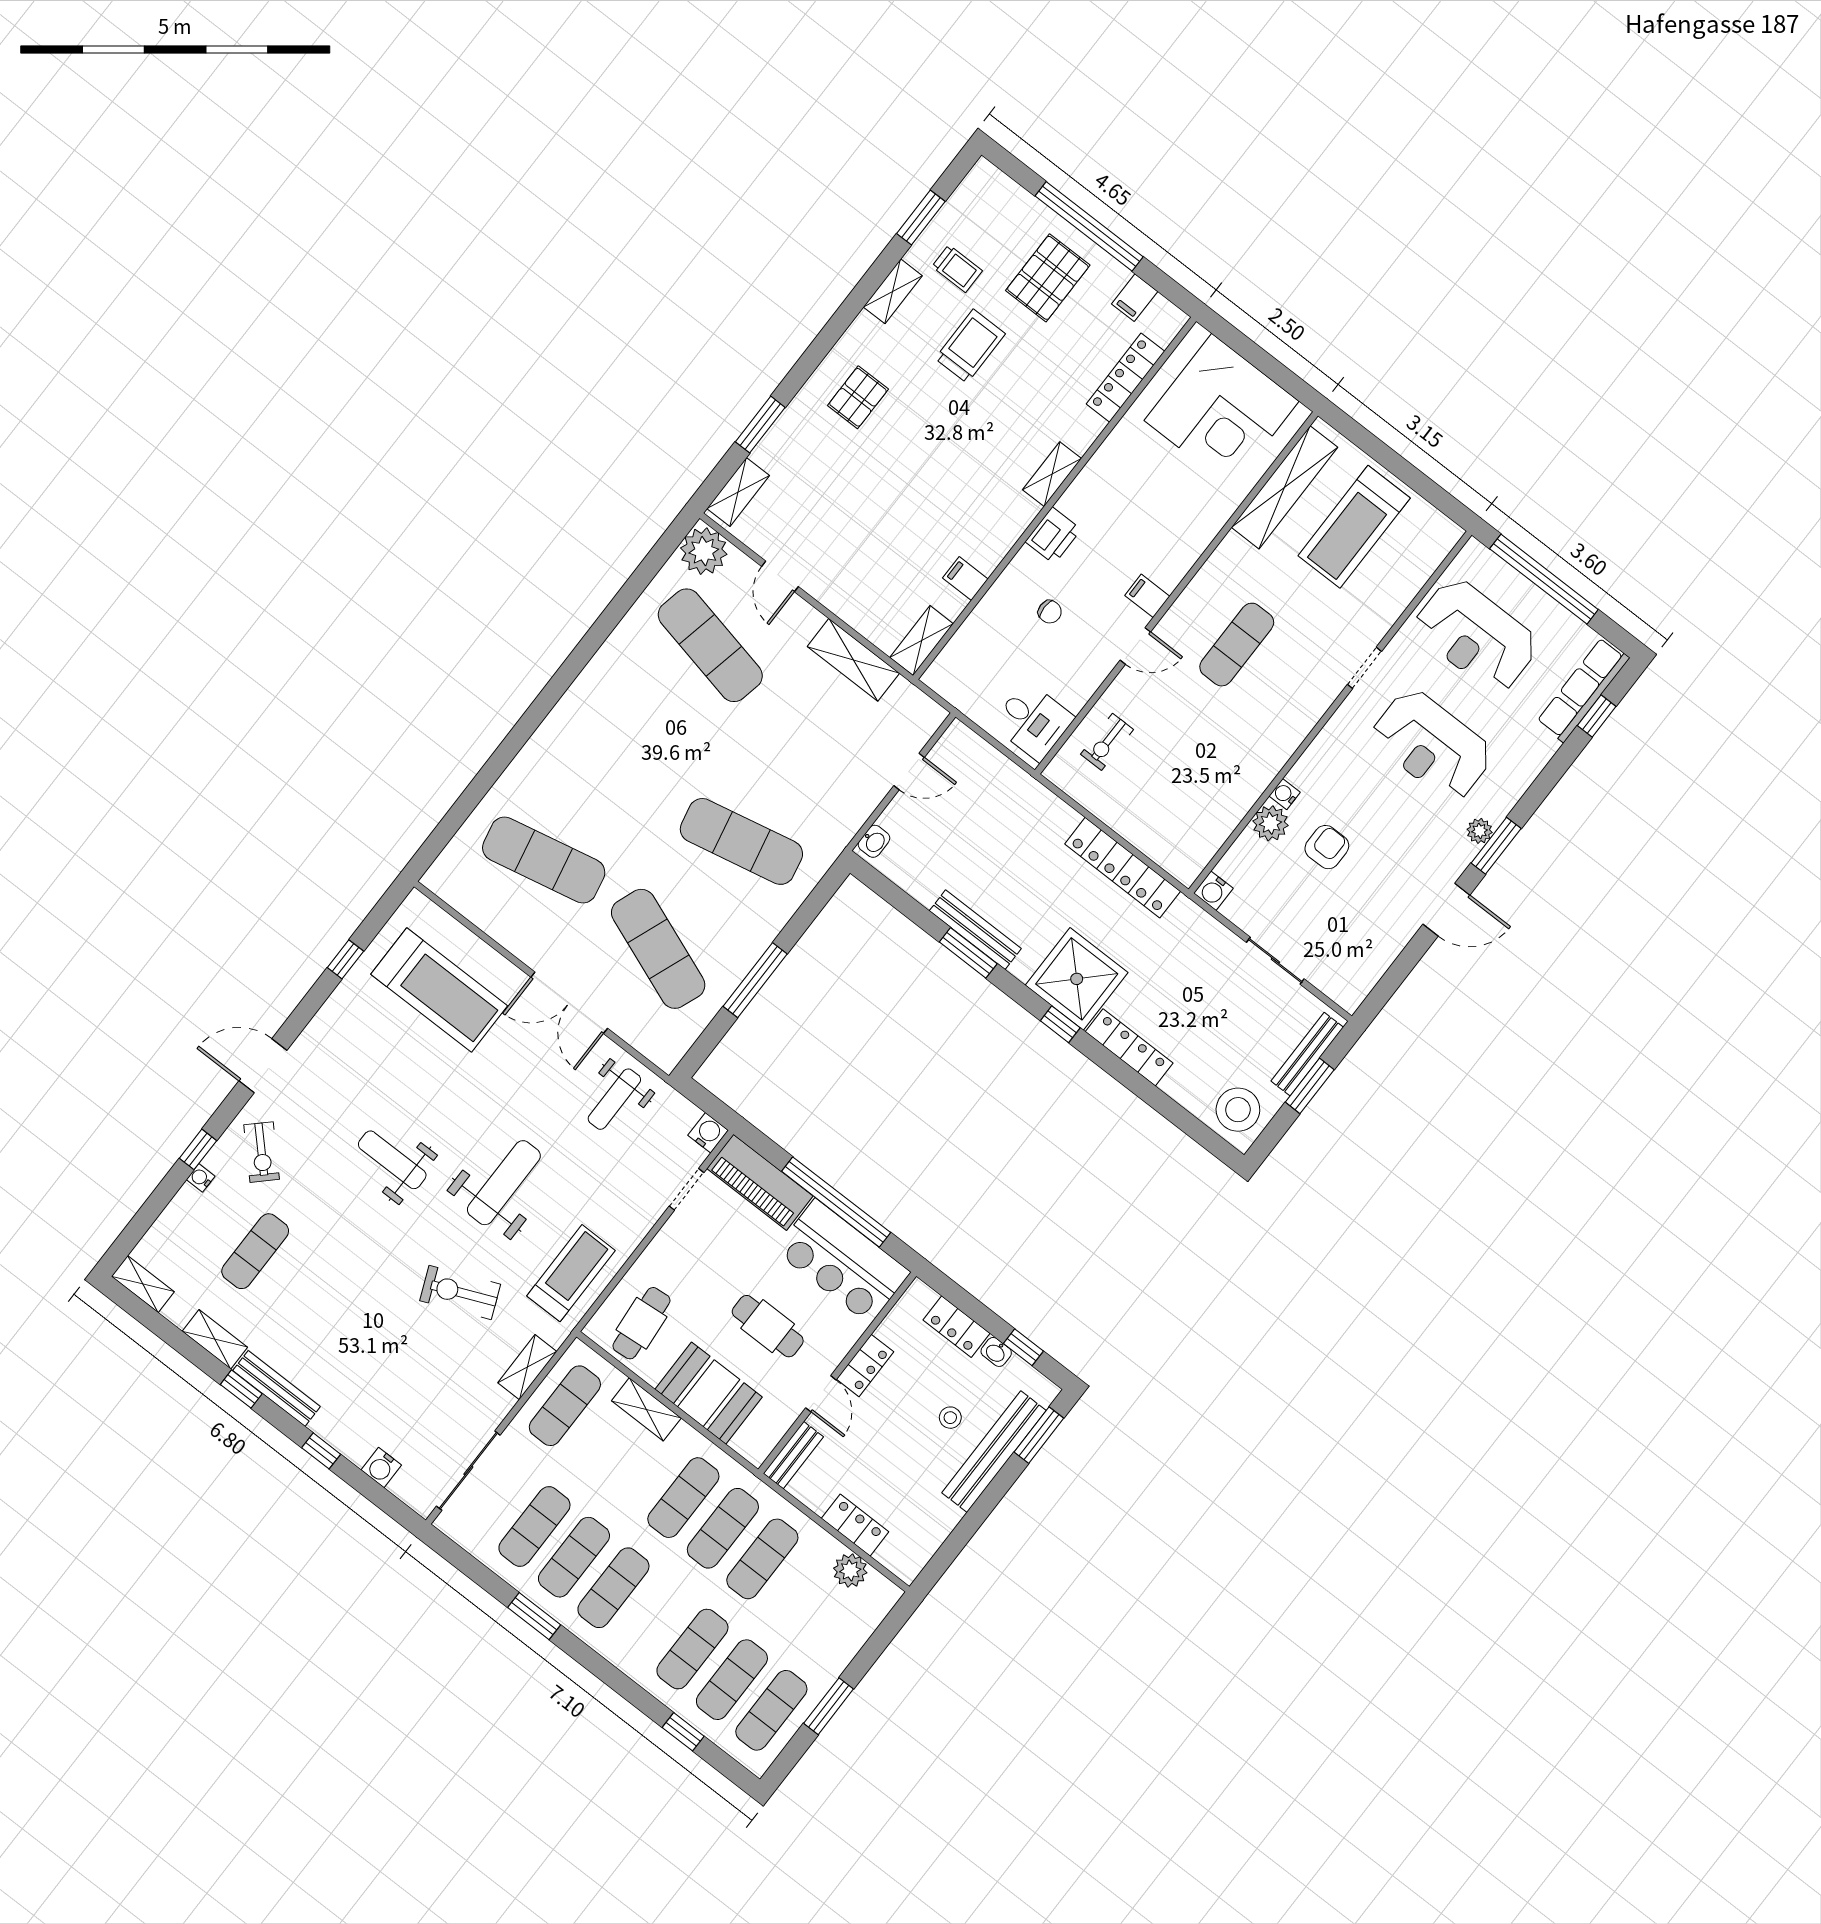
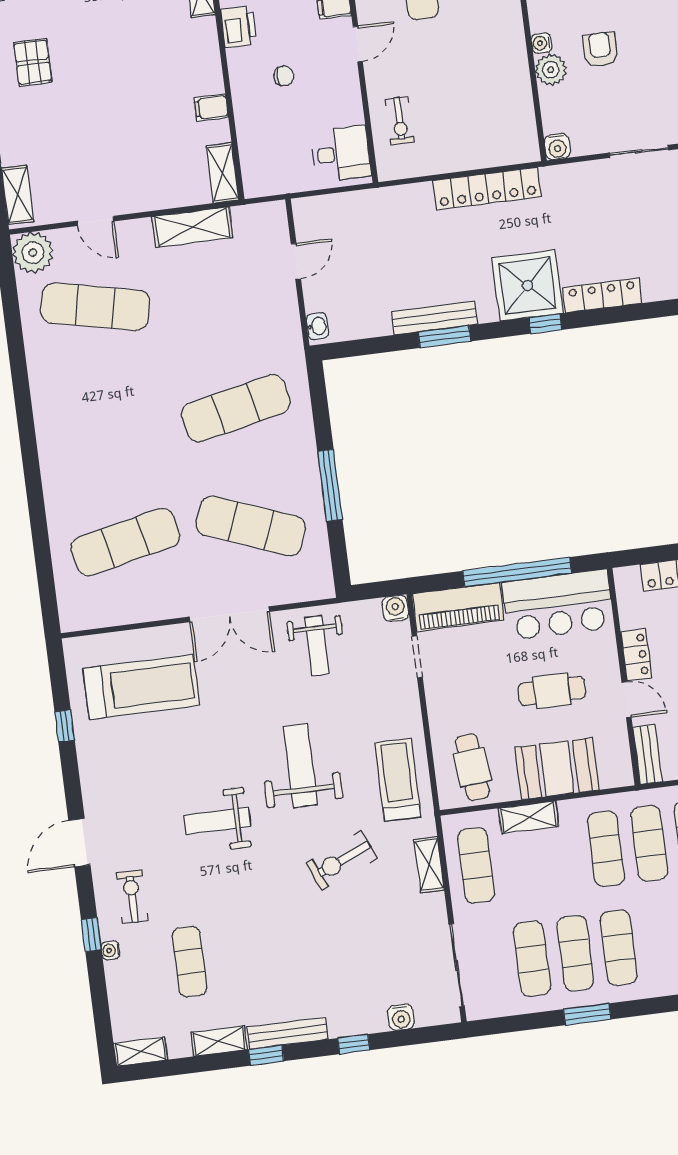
exercise bike: (262, 1152) -> (132, 897), turned -136

